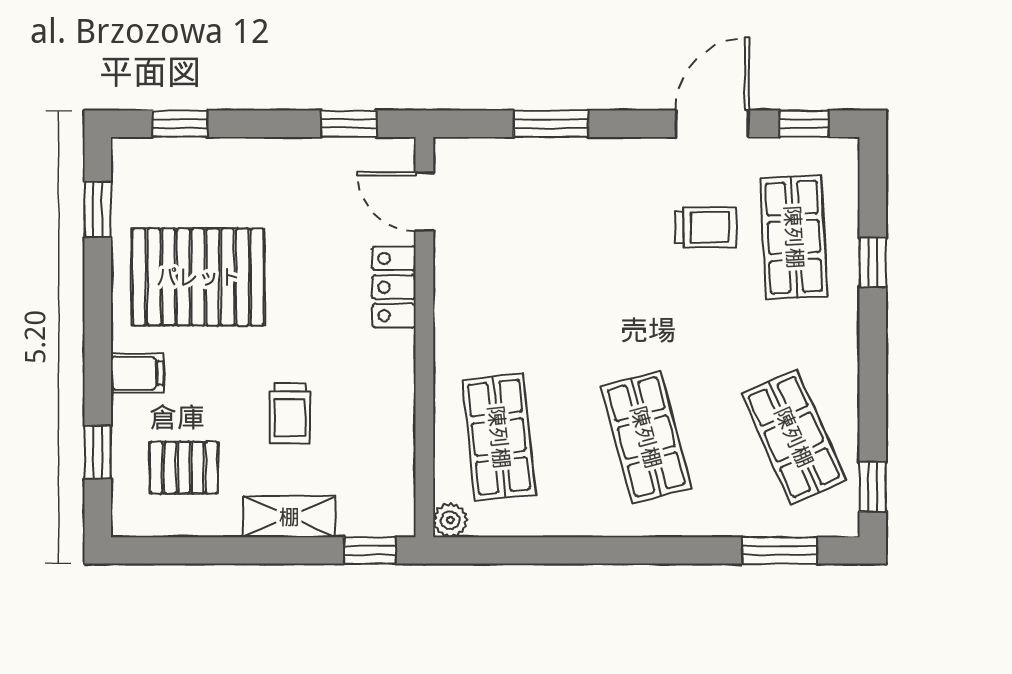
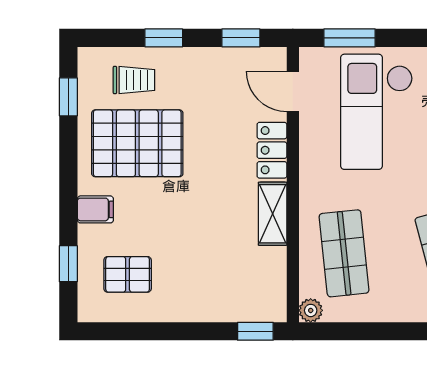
window: (180, 124) -> (164, 38), moved
window: (551, 124) -> (350, 38), moved
checkout: (546, 231) -> (377, 112), added
trolley: (290, 413) -> (134, 80), moved, turned -90
shelving: (289, 517) -> (273, 214), moved, turned 90

